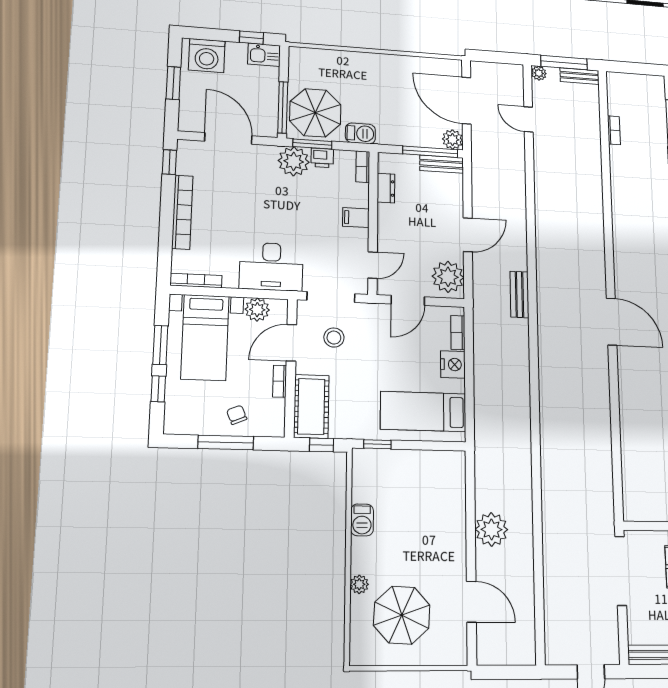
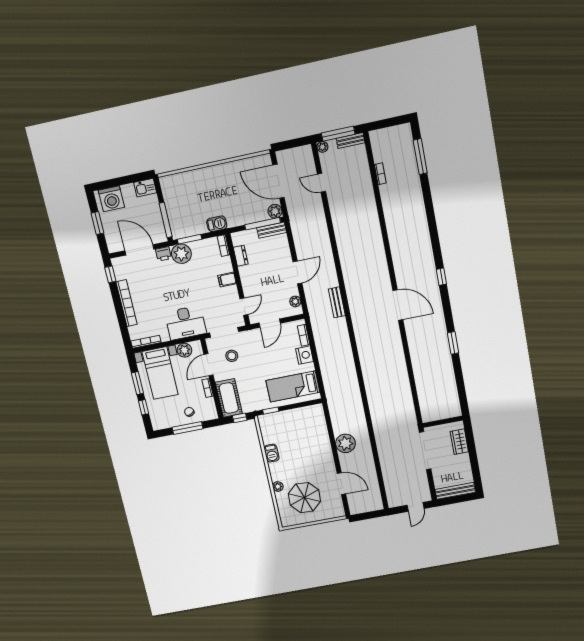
window: (251, 38) -> (134, 178), removed
parasol: (315, 113) -> (186, 218), removed
printer: (322, 158) -> (163, 254), moved
plant: (448, 277) -> (295, 301), width x0.53, depth x0.53

